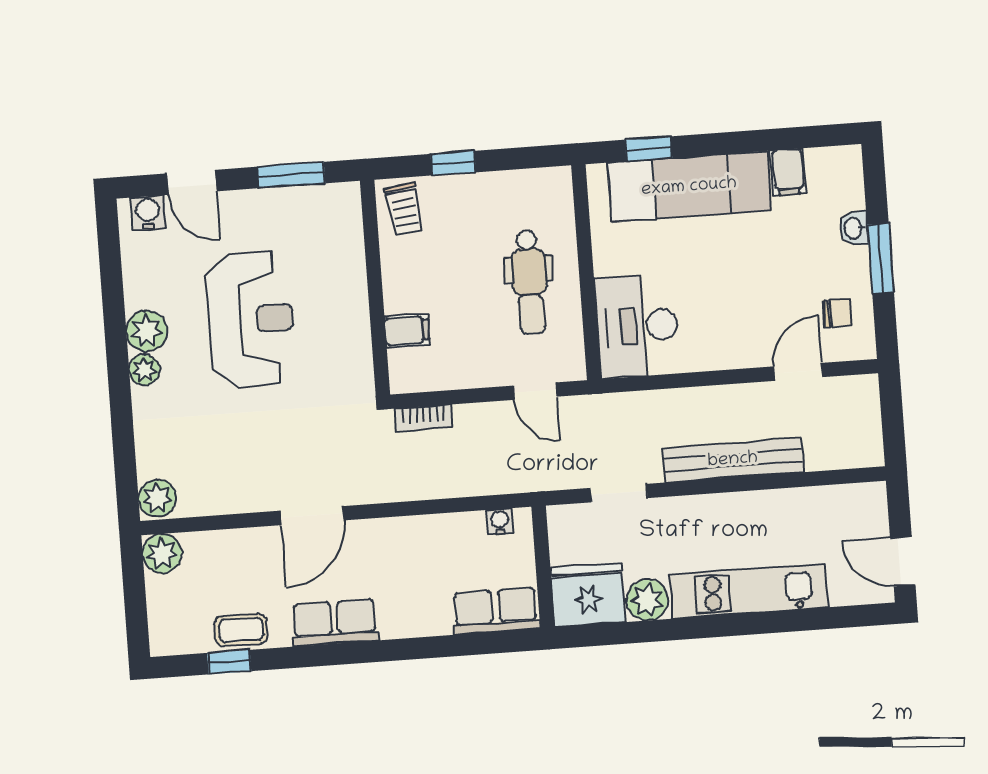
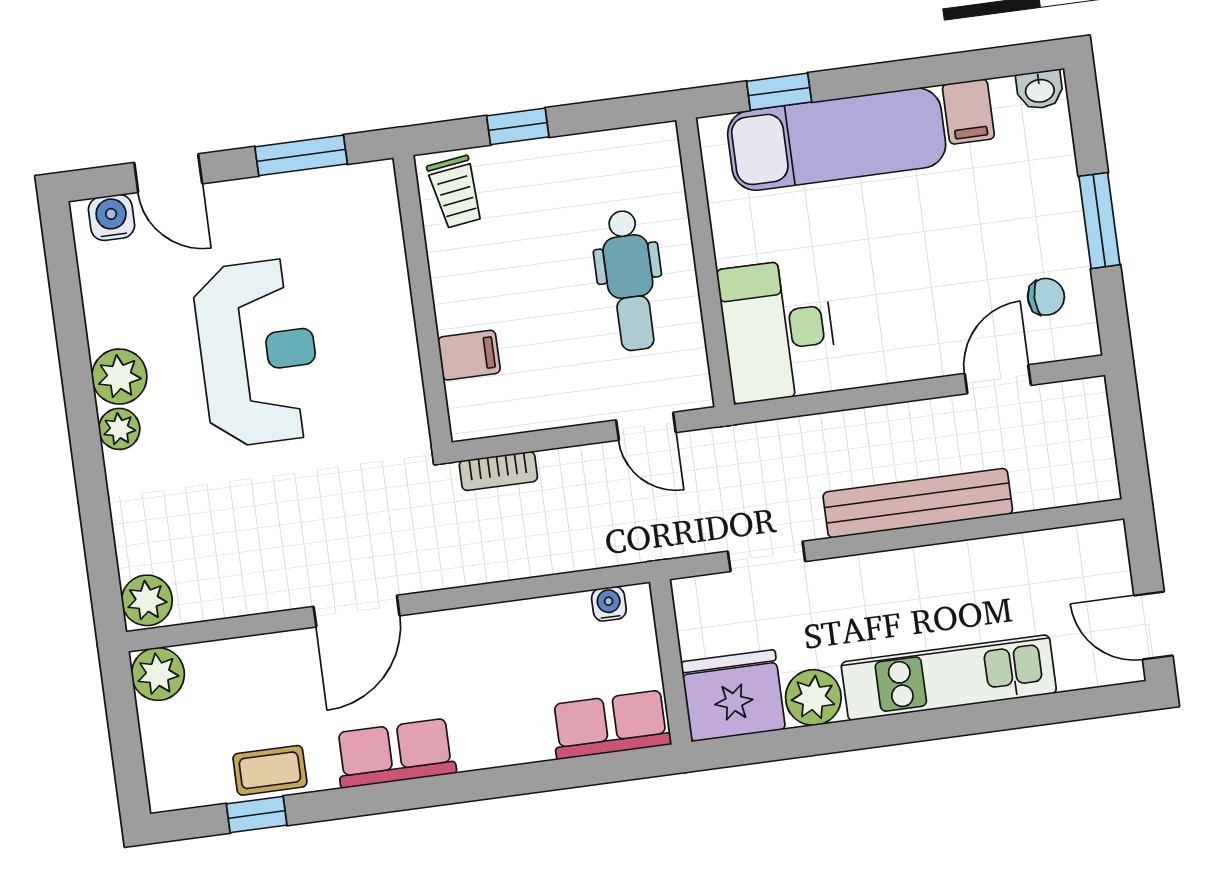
washbasin: (854, 228) -> (1040, 90), moved, turned -90

